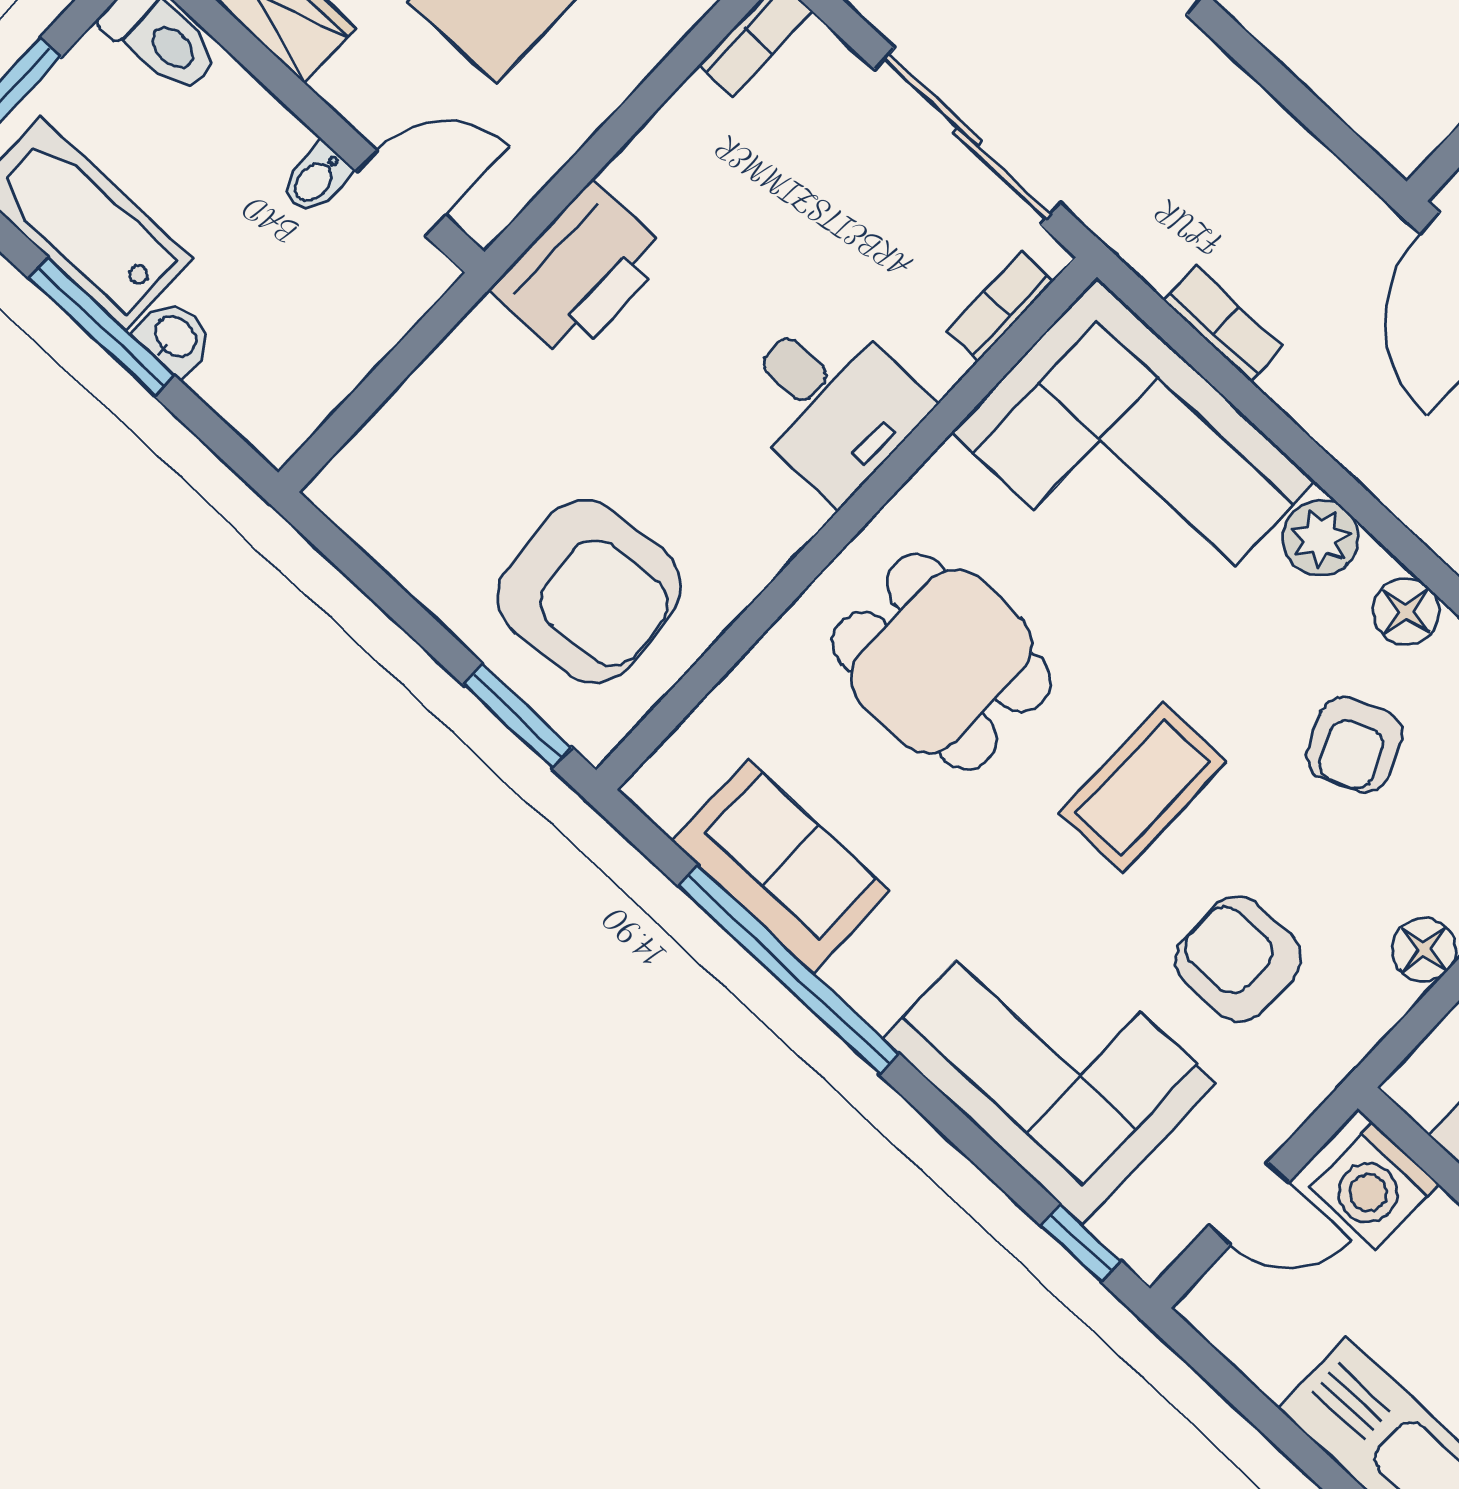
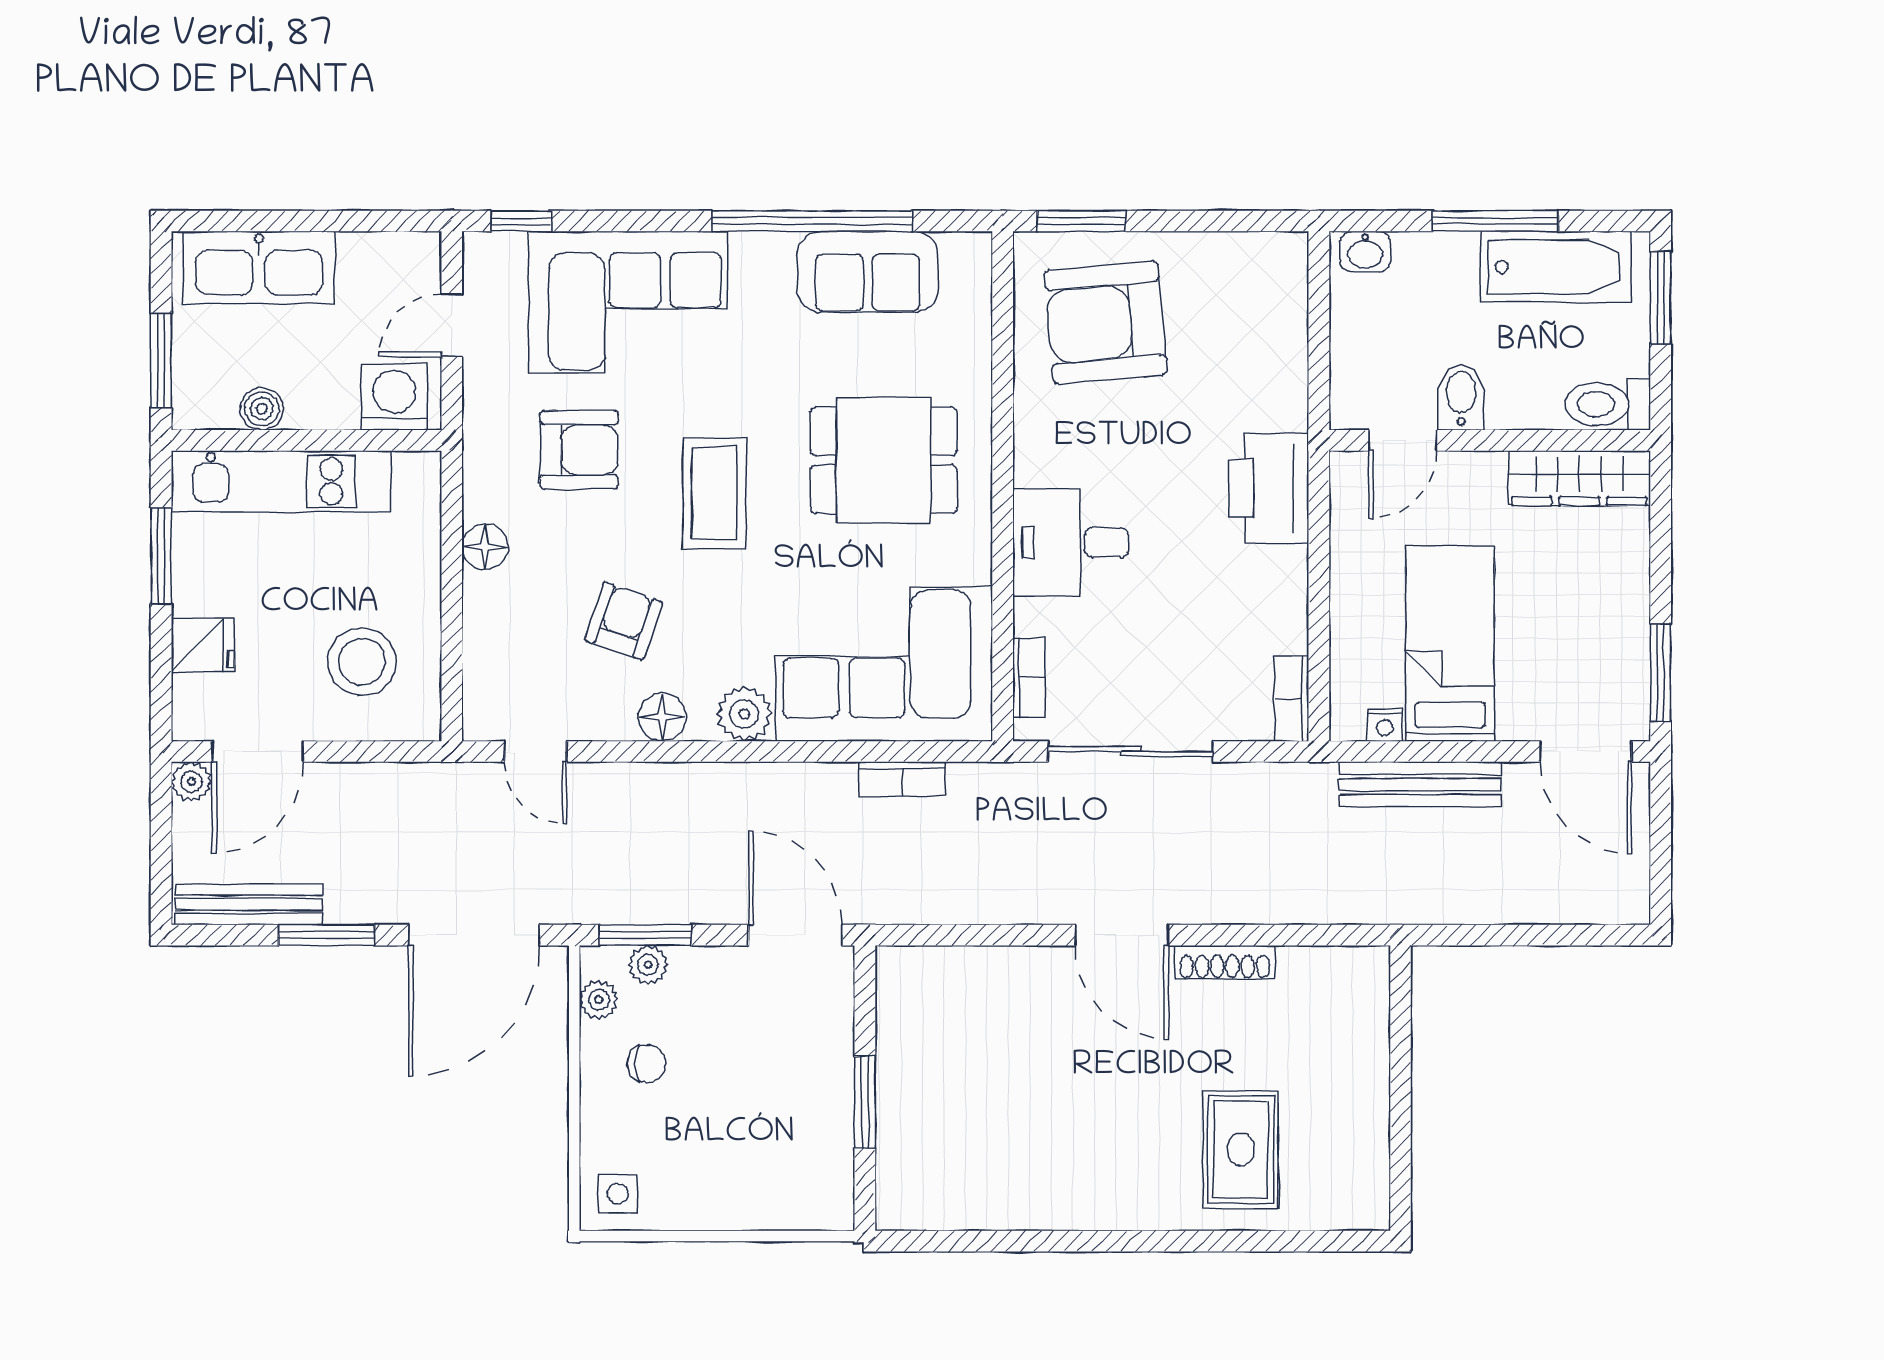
bidet: (316, 179) -> (1461, 397), width x1.38, depth x1.36
washbasin: (175, 337) -> (1365, 252), moved
armchair: (1354, 745) -> (624, 621), turned 43

